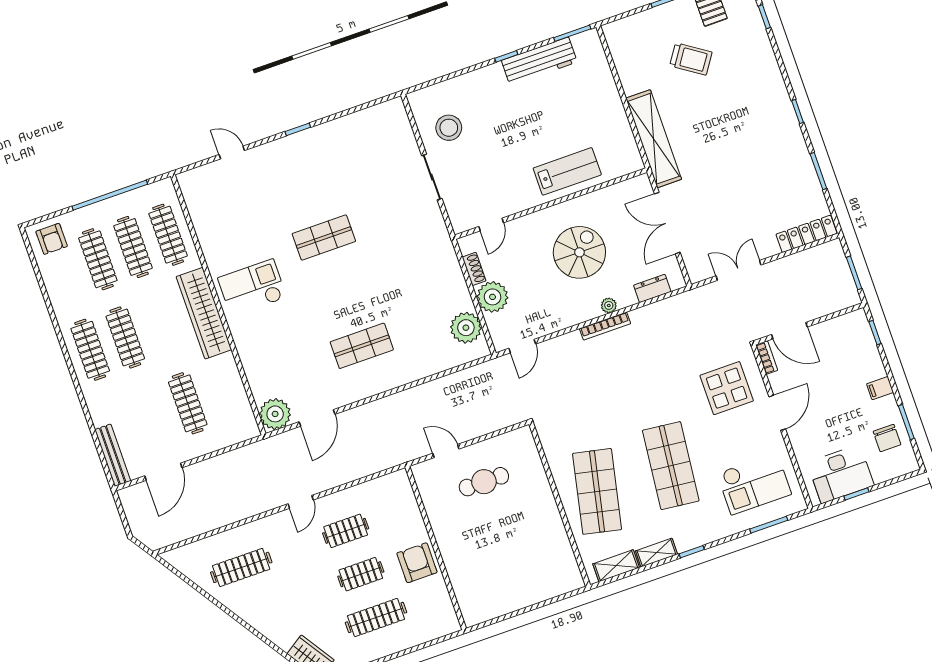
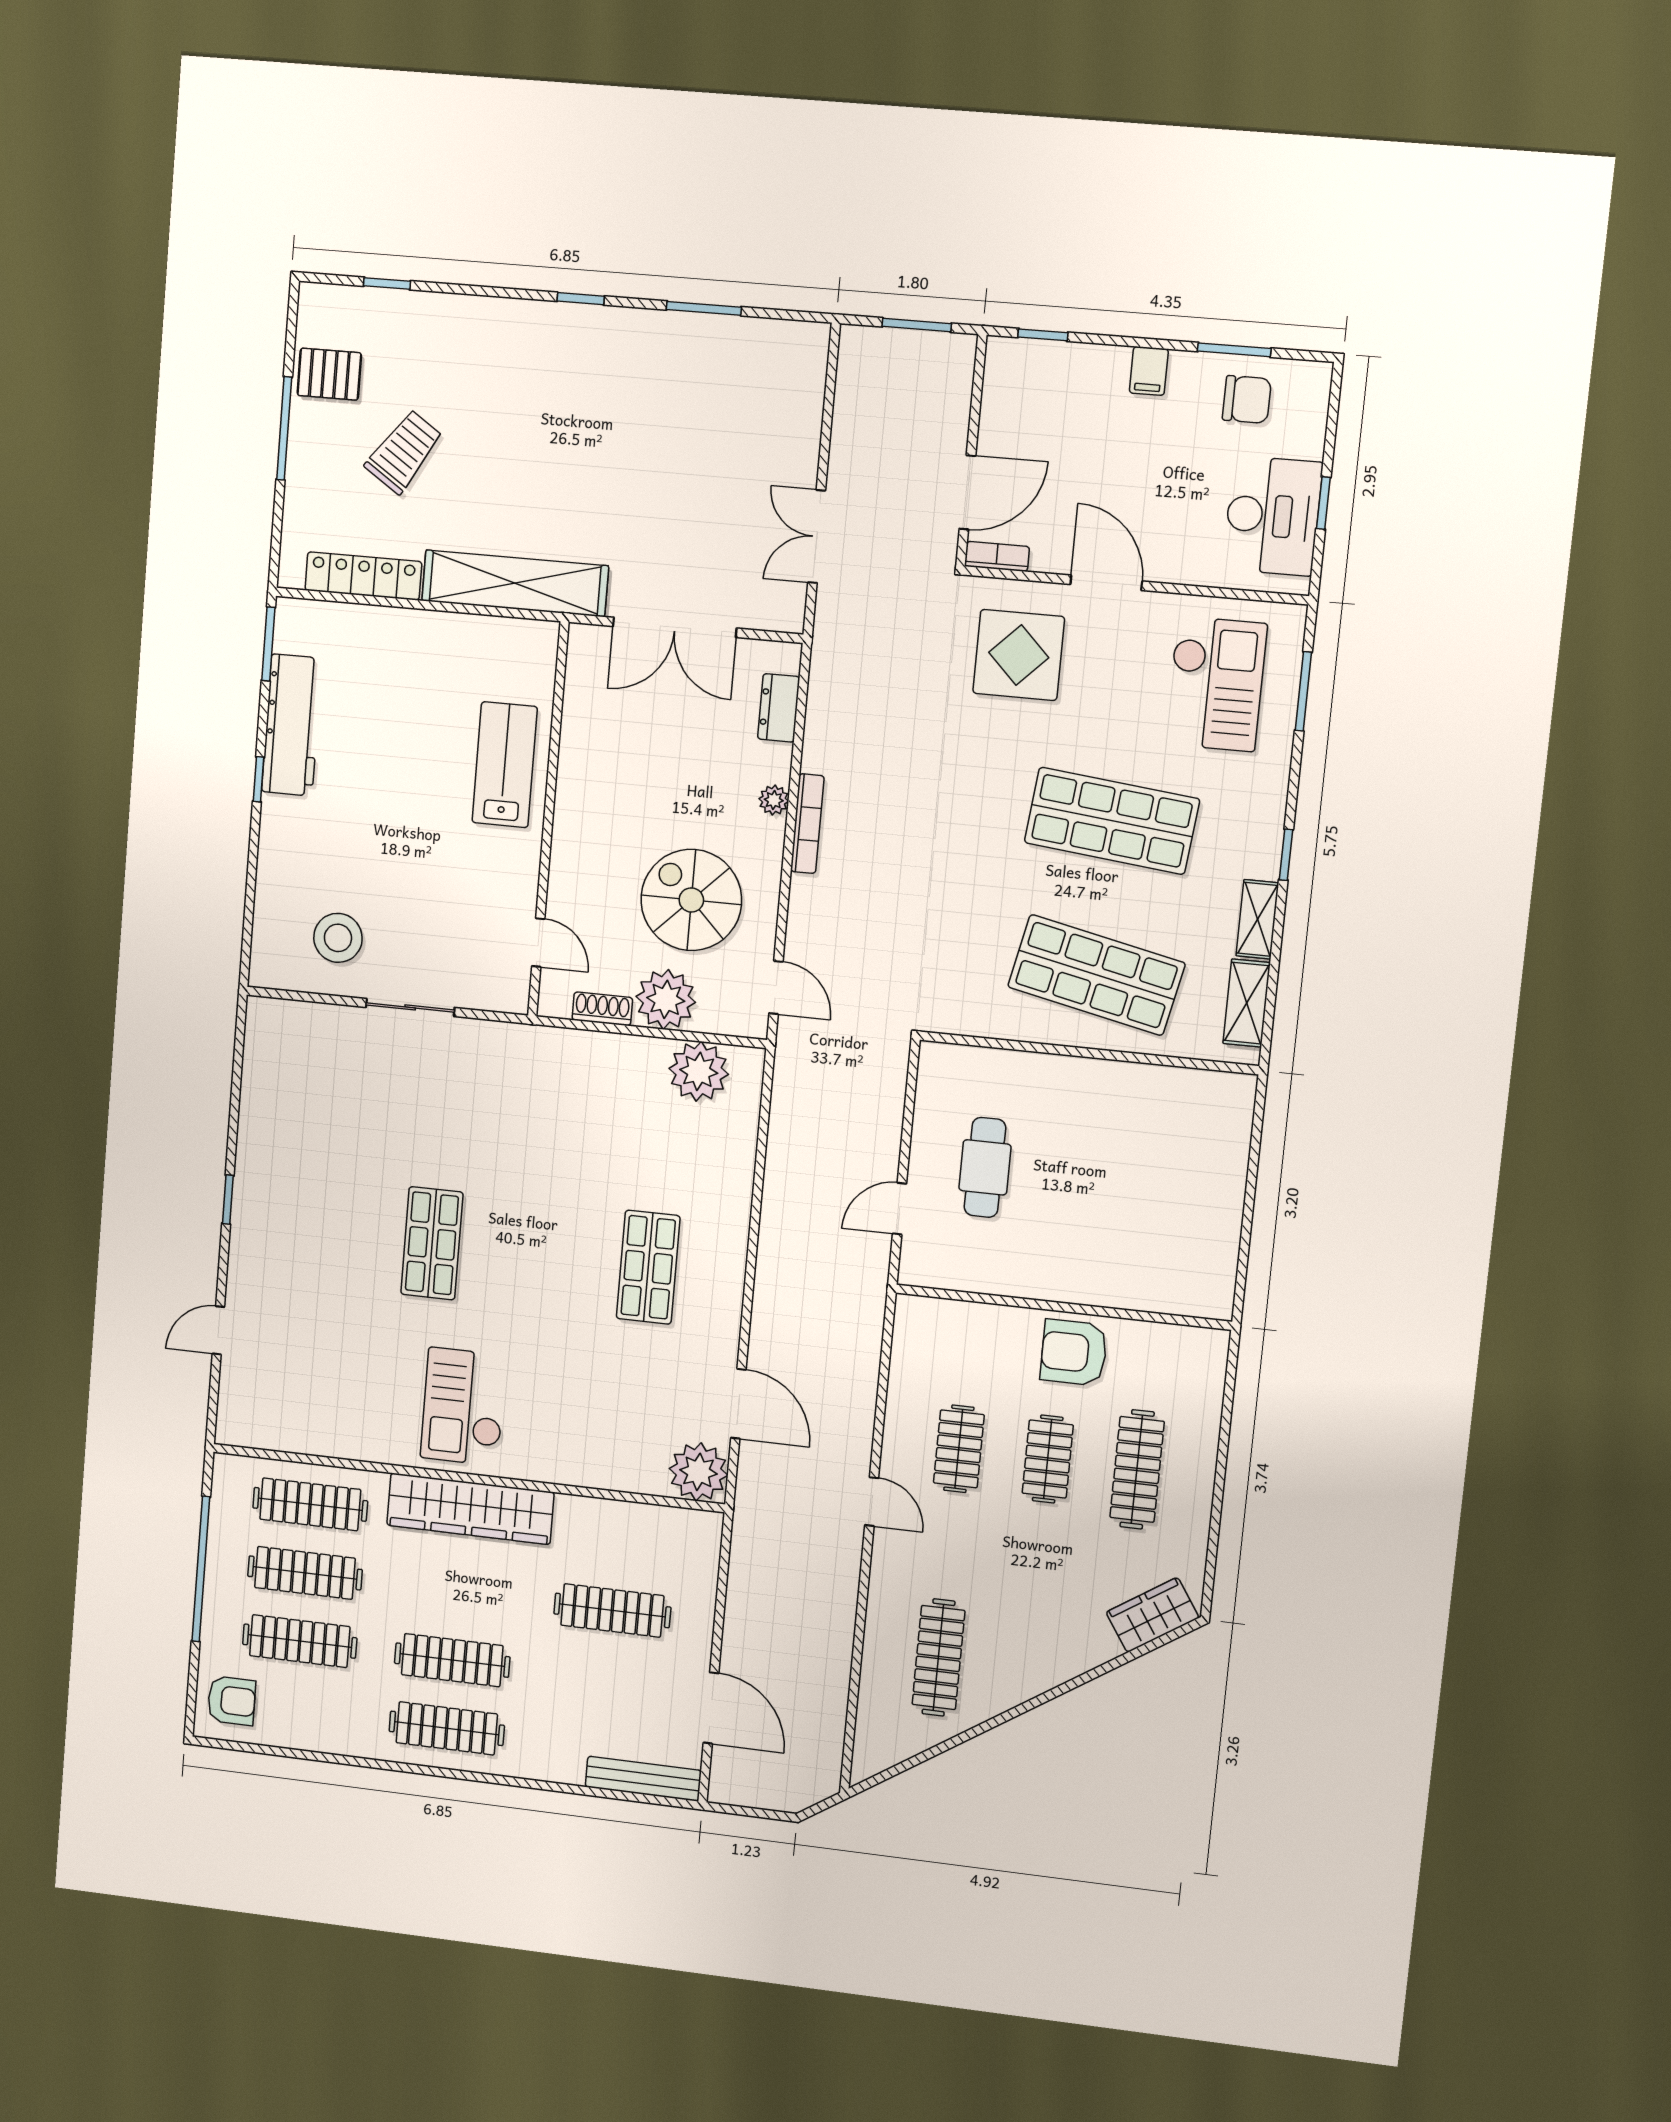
locker: (806, 234) -> (363, 576), moved, turned 90
spiral stairs: (579, 252) -> (691, 900), moved

